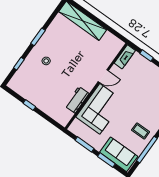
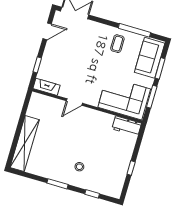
door: (103, 76) -> (74, 102), swing flipped
workbench: (77, 100) -> (127, 126), moved
corner sofa: (100, 109) -> (124, 98), moved

